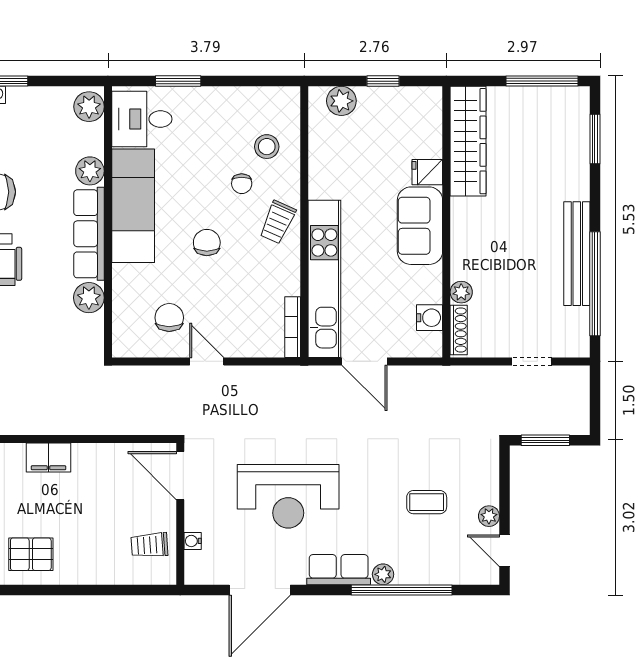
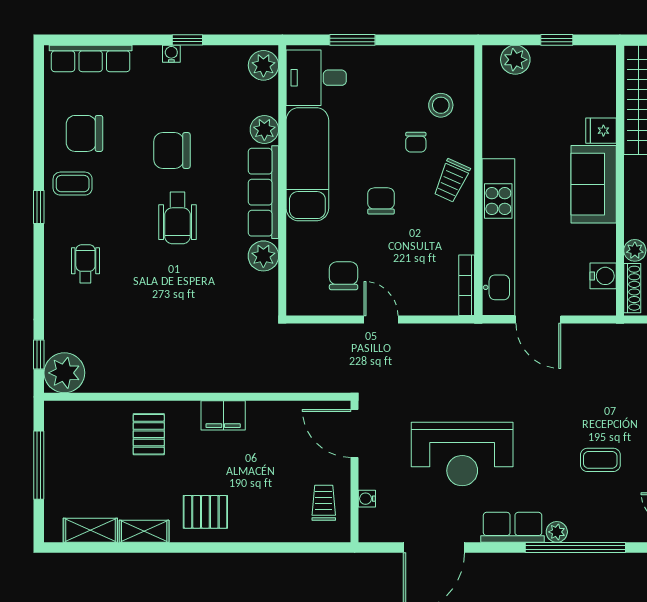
trolley: (149, 545) -> (324, 503), turned 94

